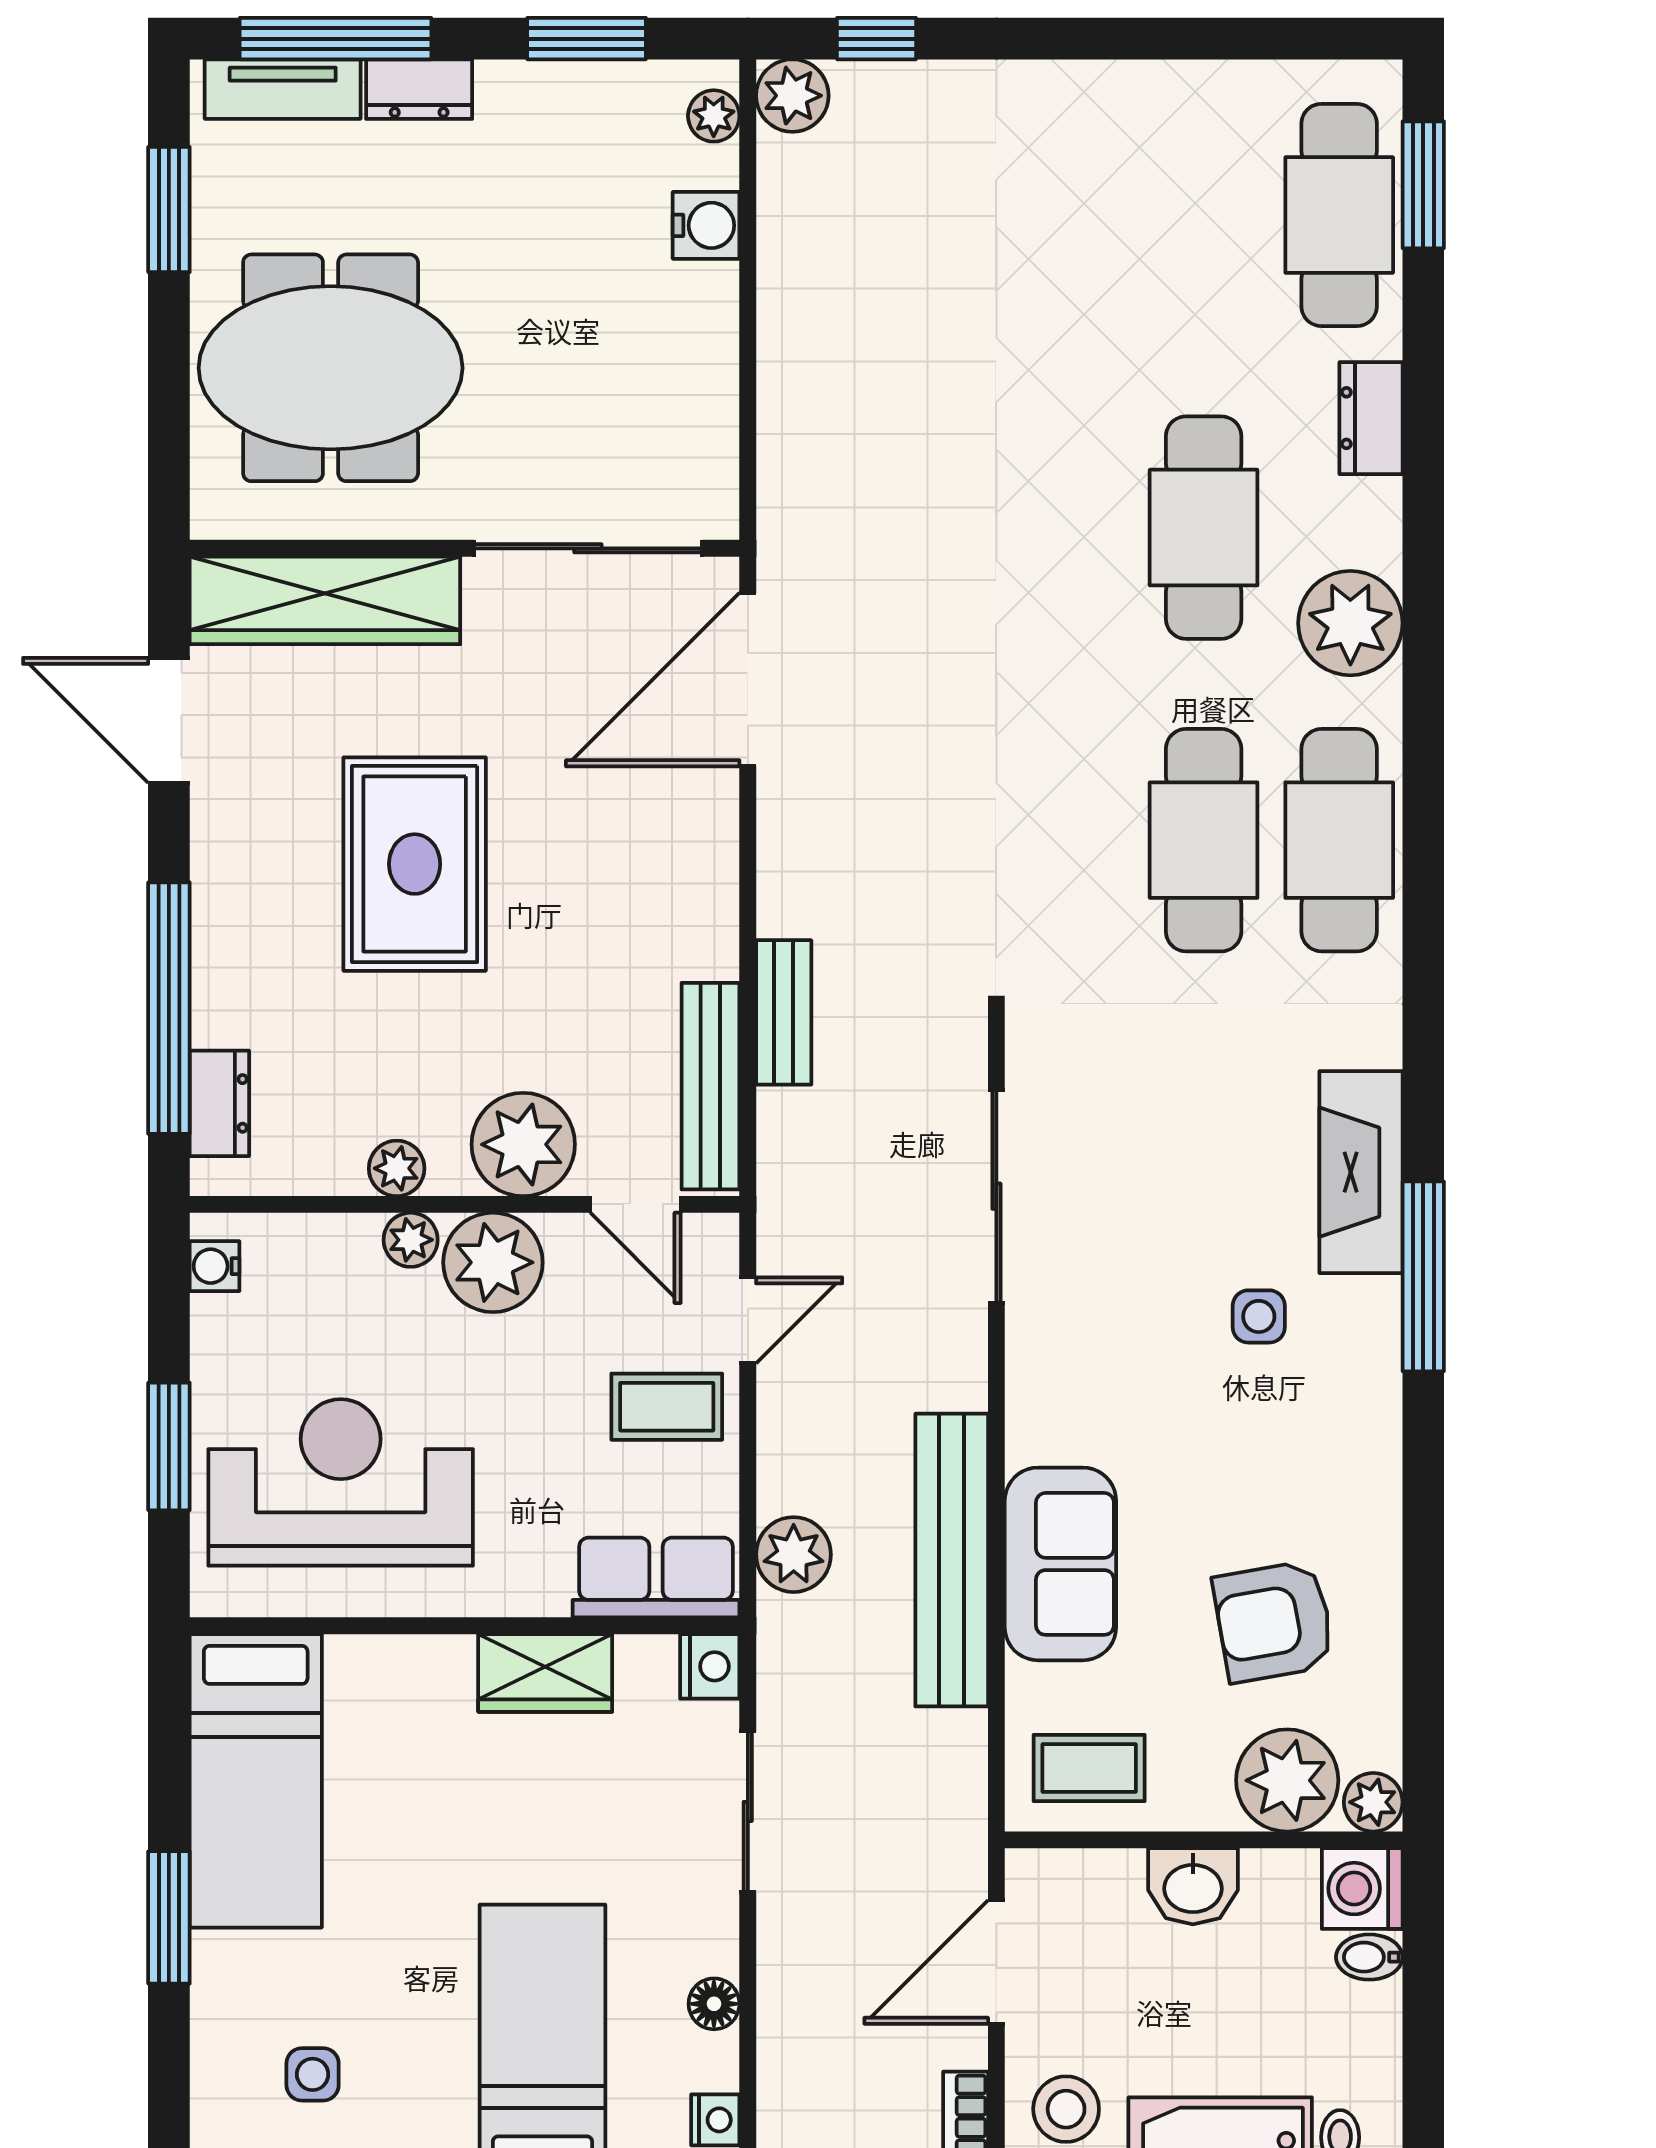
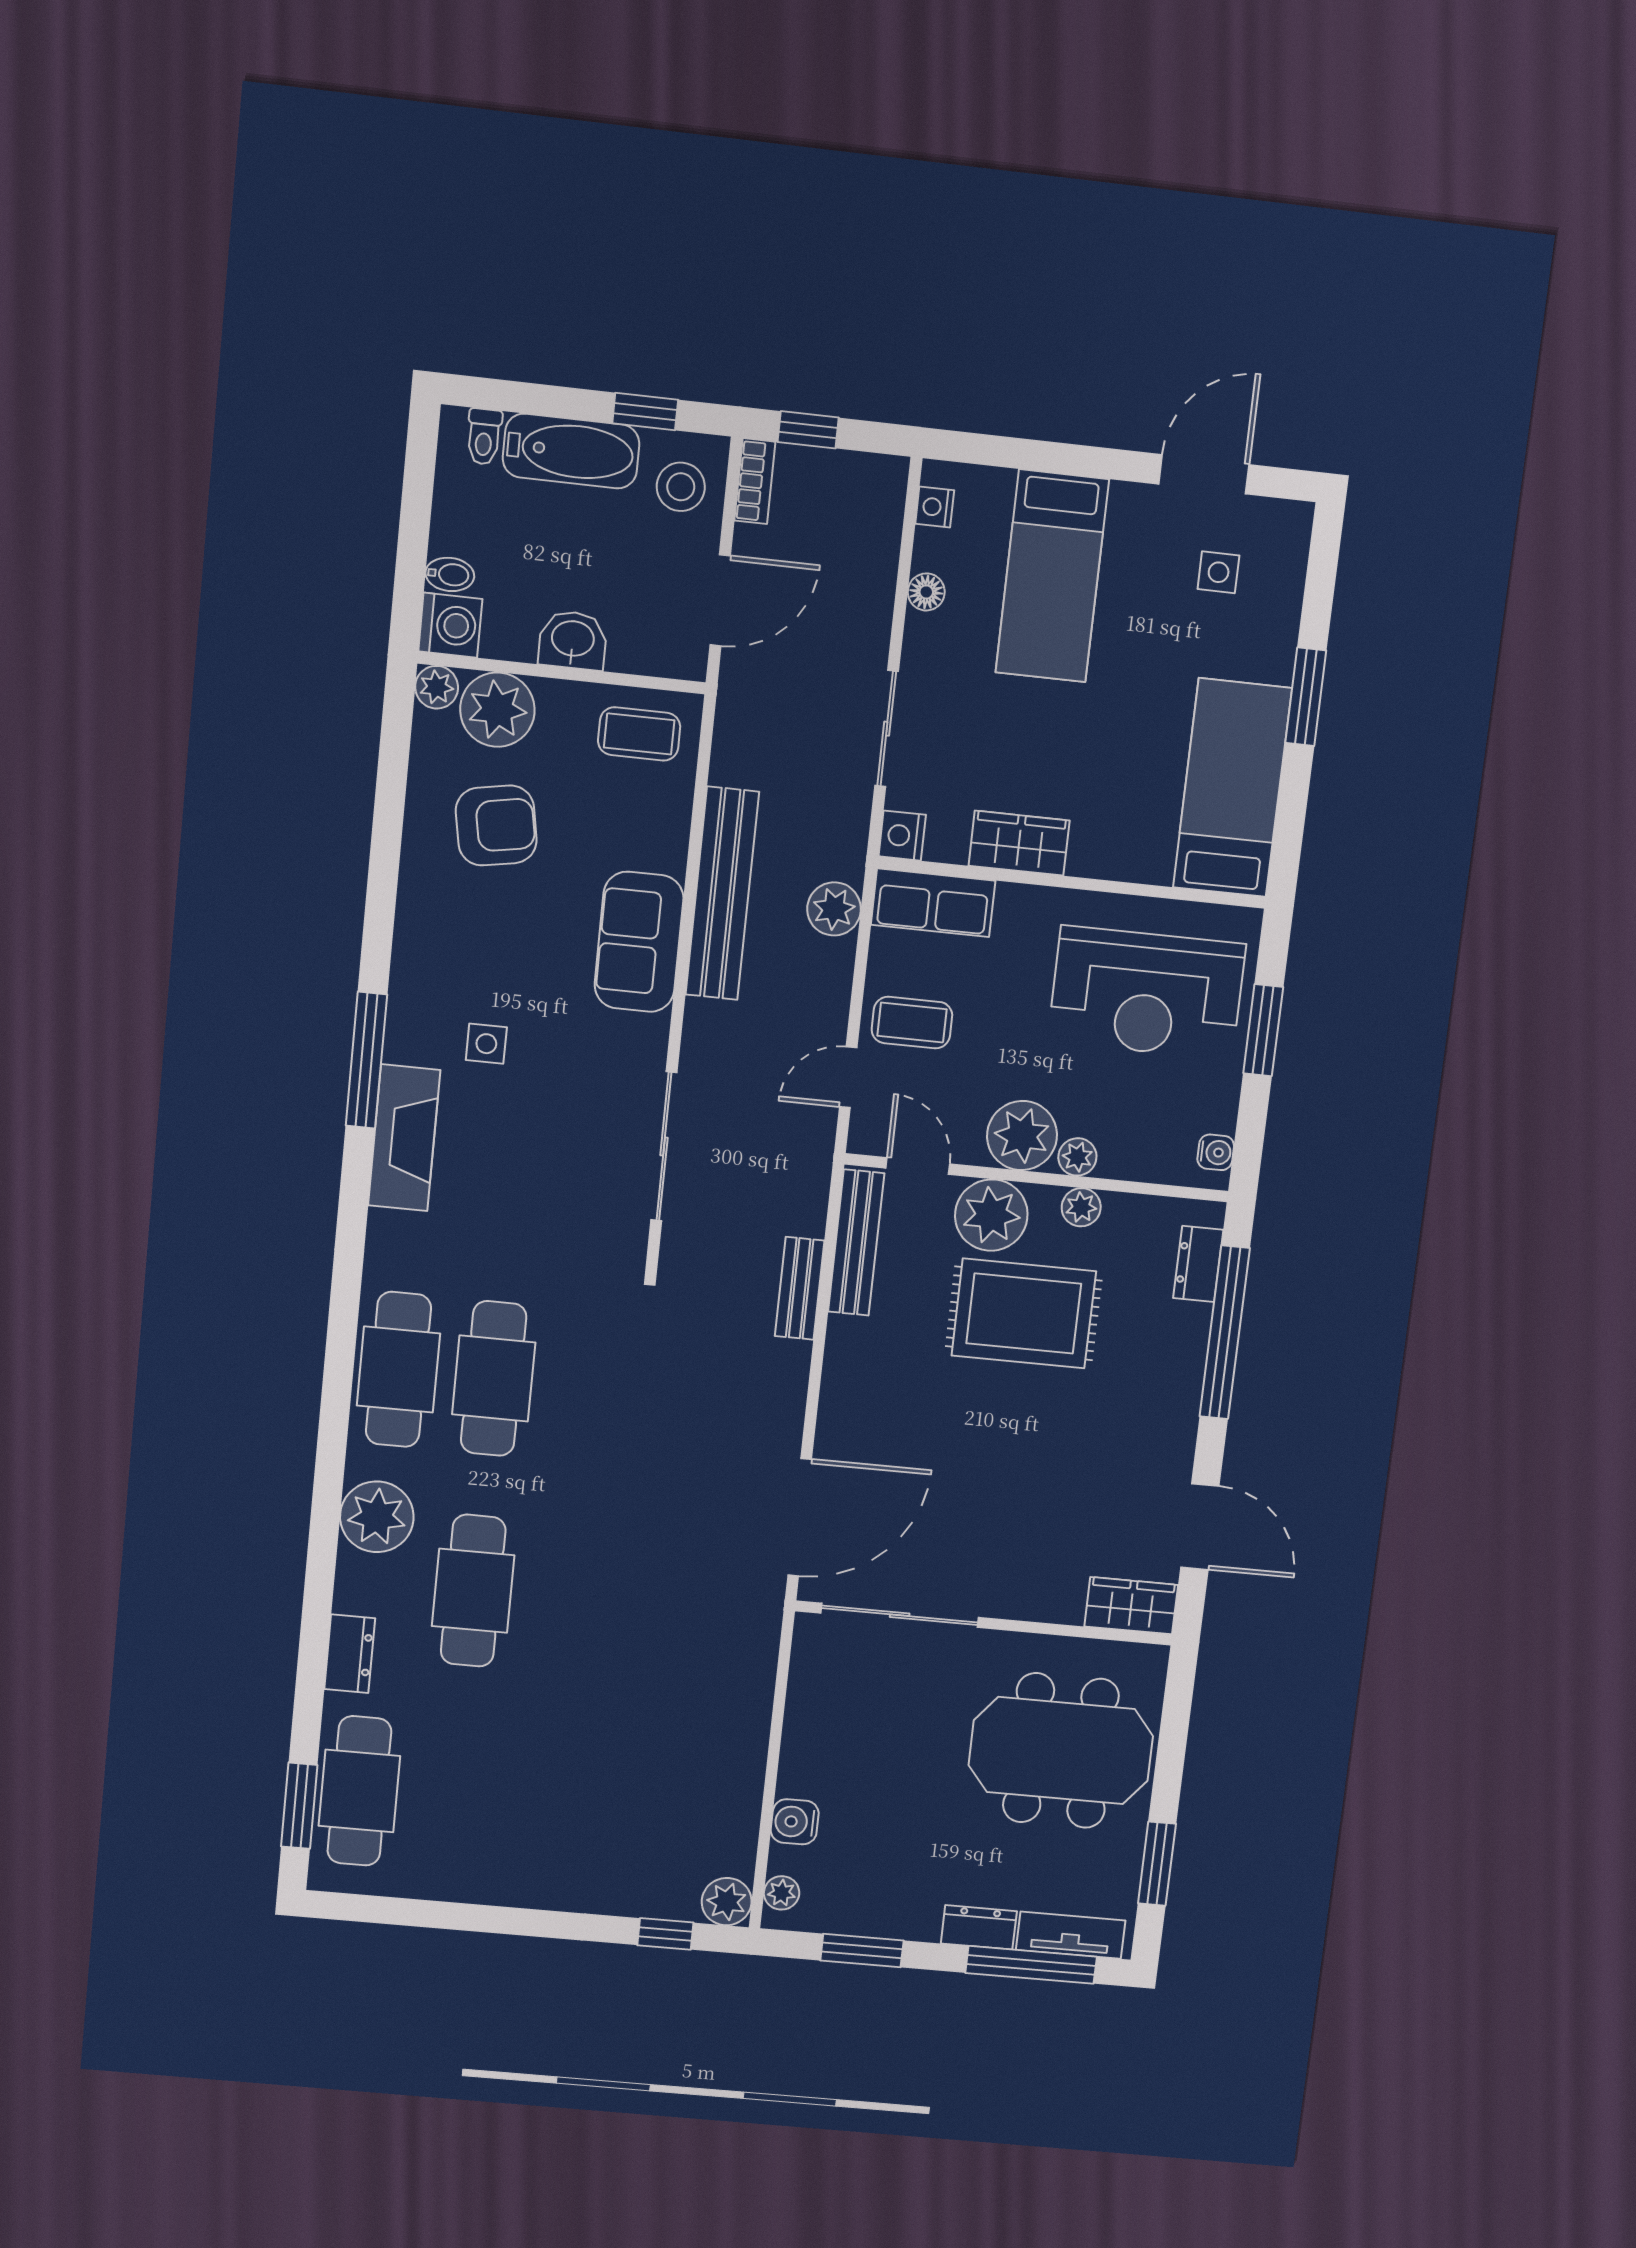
wardrobe: (325, 600) -> (1131, 1606), width x0.48, depth x0.85
rug: (415, 864) -> (1024, 1313), moved, turned 90
sofa: (1060, 1564) -> (639, 942), moved

